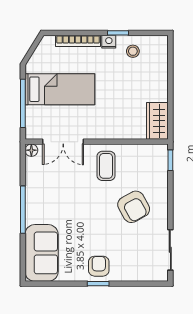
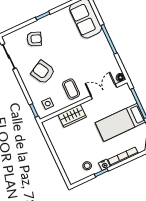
wardrobe: (157, 121) -> (72, 116), moved, turned 90
side table: (147, 161) -> (48, 104), added
armchair: (99, 266) -> (34, 39), moved, turned -69

